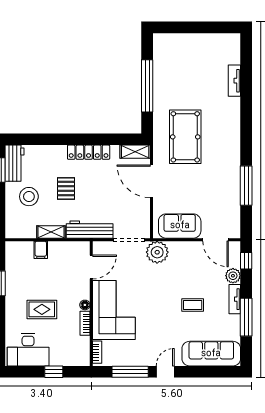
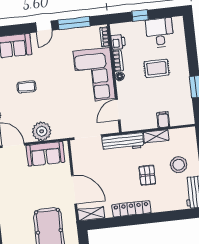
plant: (157, 252) -> (42, 131), moved
printer: (82, 345) -> (118, 42), added
desk: (28, 350) -> (160, 33), width x0.73

